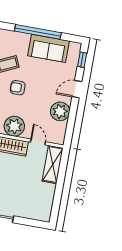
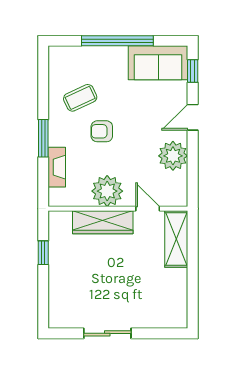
sofa: (49, 48) -> (158, 63), moved

